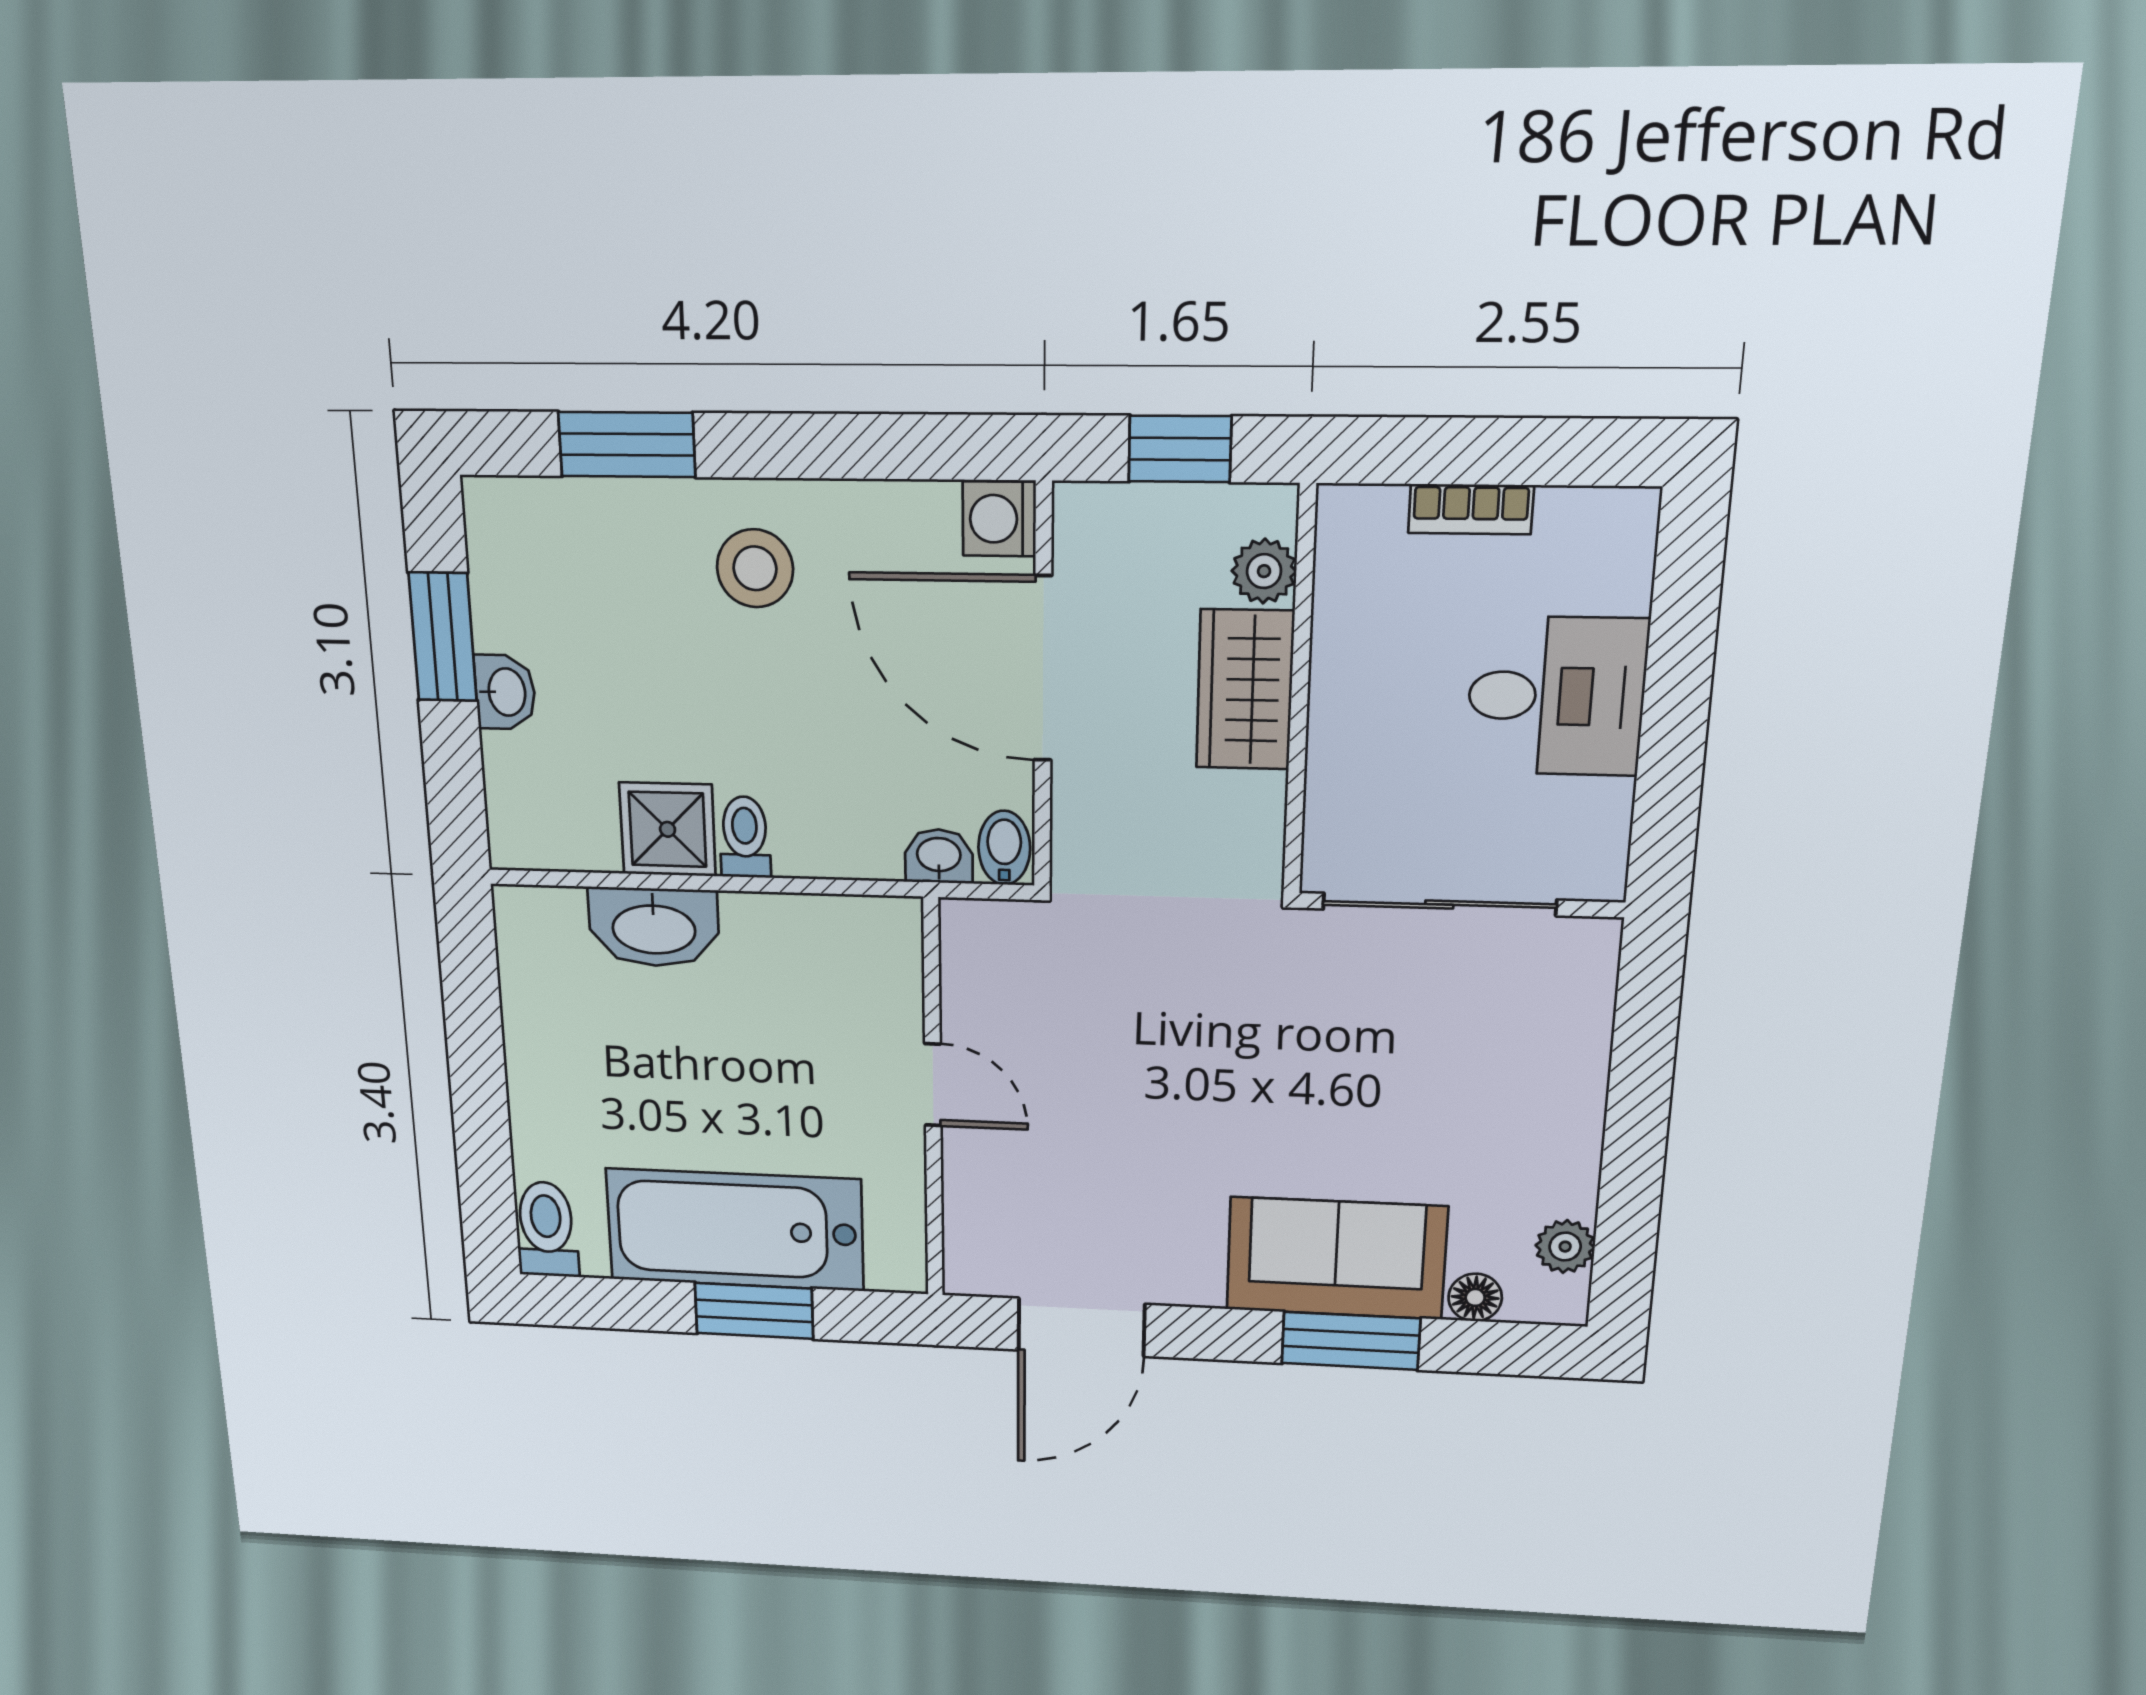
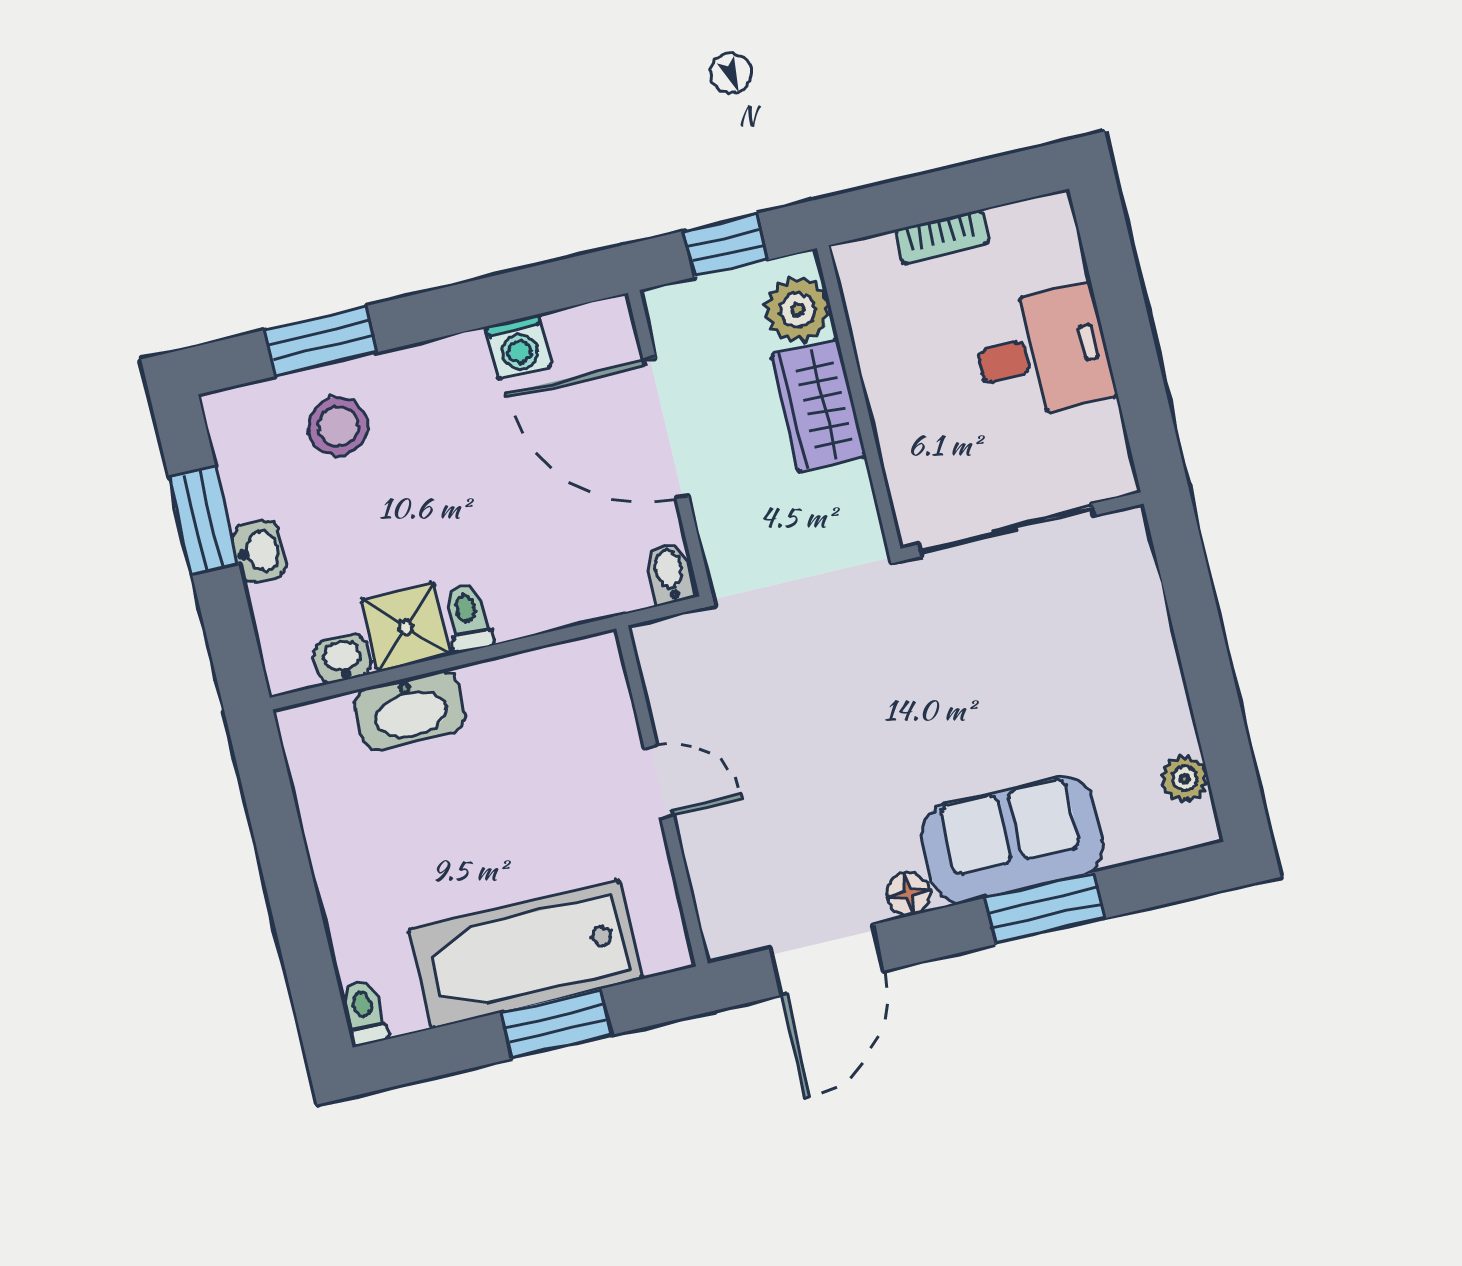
washing machine: (999, 519) -> (518, 347), moved, turned -90
stool: (755, 568) -> (338, 426), moved
plant: (1264, 571) -> (798, 310), width x1.38, depth x1.38
washbasin: (939, 856) -> (343, 659), moved
toilet: (547, 1229) -> (364, 1013), width x0.73, depth x0.72
floor lamp: (1475, 1297) -> (909, 894), moved

